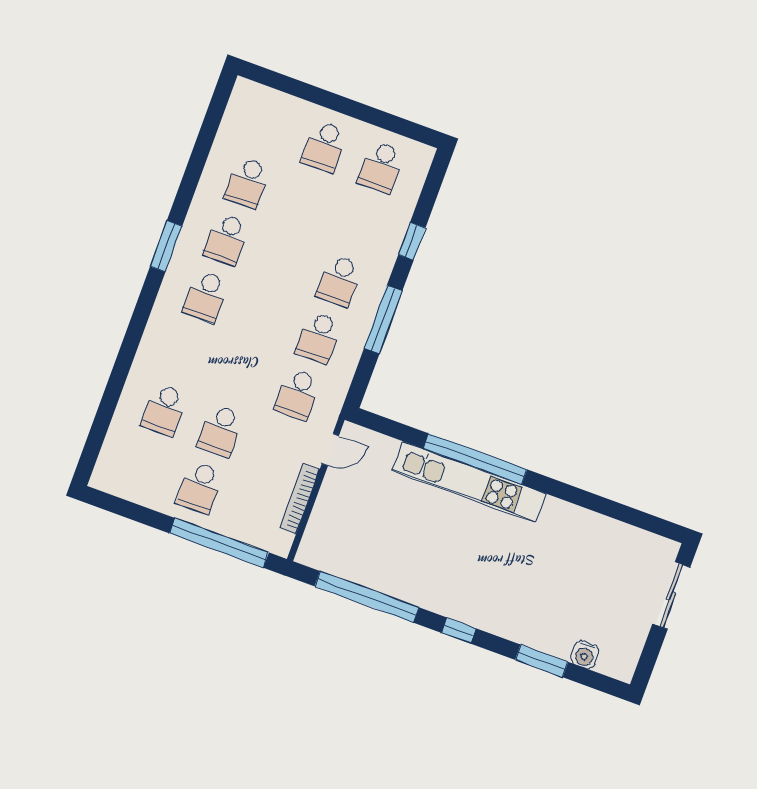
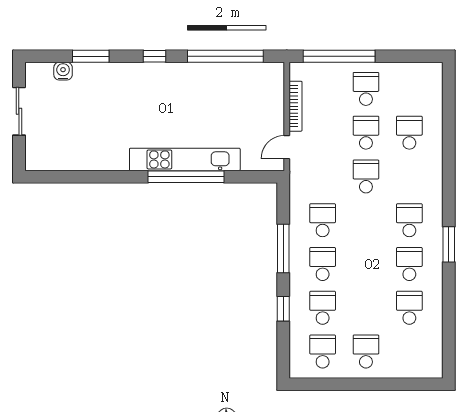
school desk: (360, 224) -> (323, 308), added
school desk: (298, 395) -> (366, 176), moved
sliding door: (671, 596) -> (19, 111), moved

